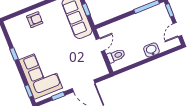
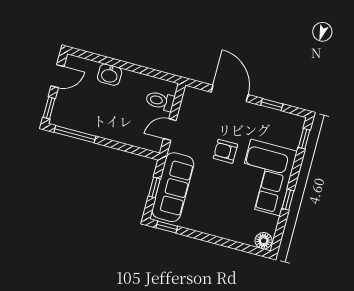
armchair: (35, 20) -> (225, 151), moved
floor lamp: (11, 24) -> (264, 241), added
corner sofa: (41, 74) -> (266, 177), moved

